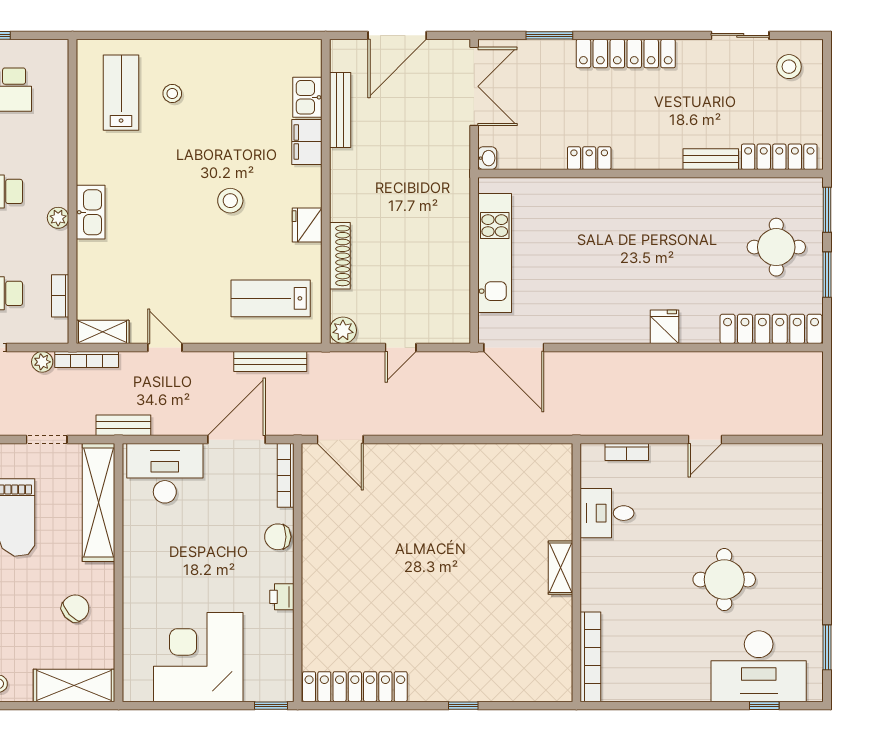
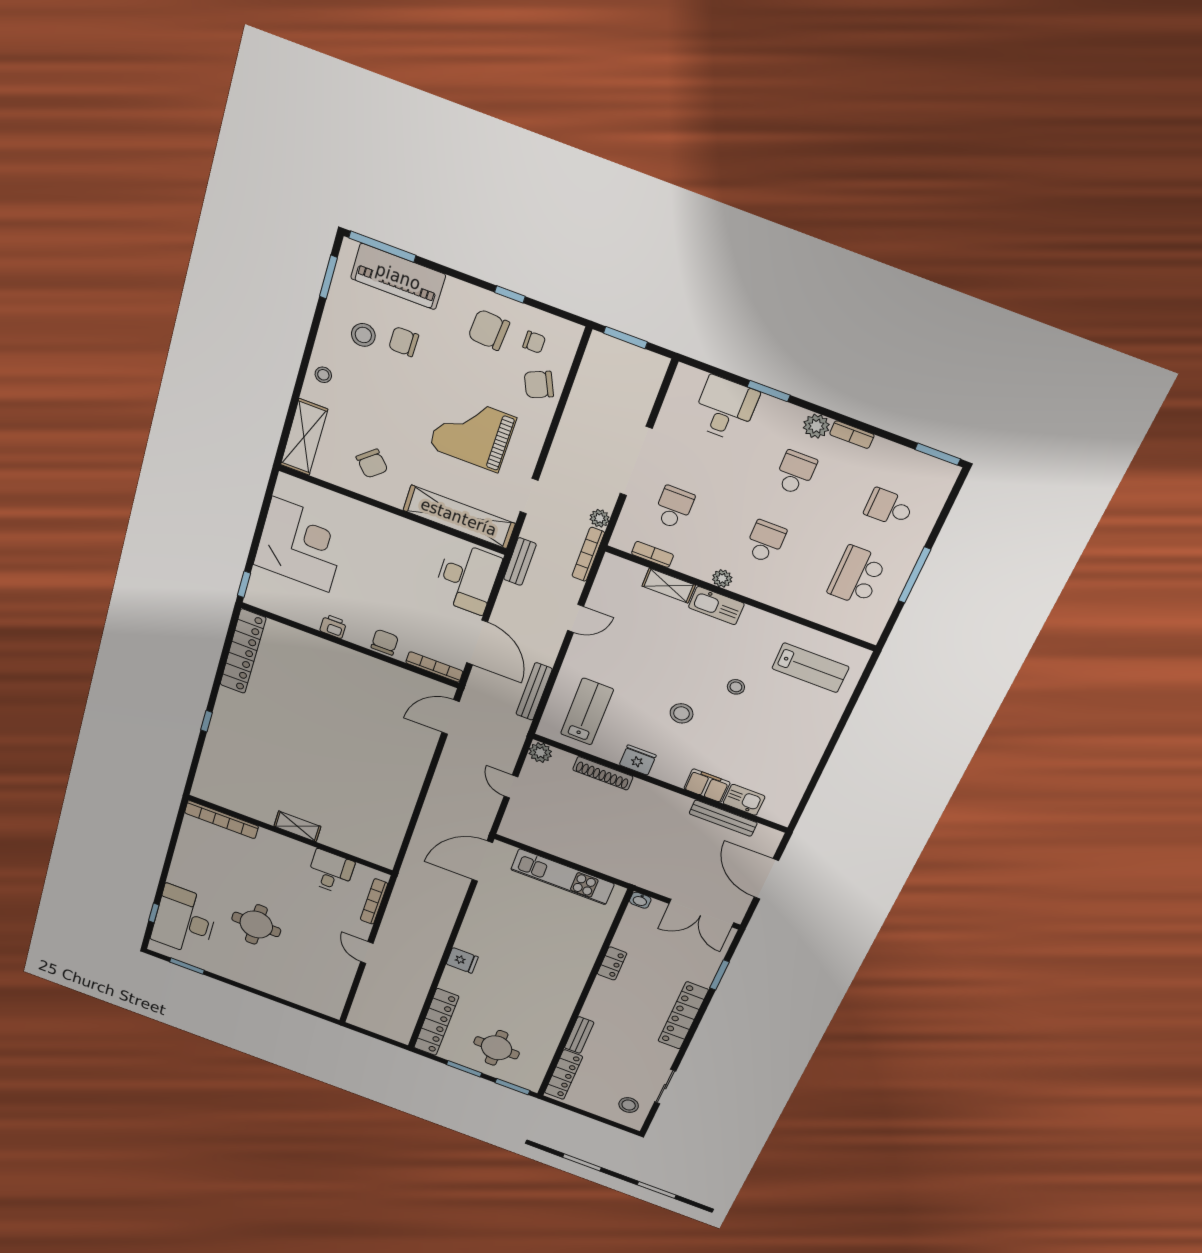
stool: (172, 93) -> (736, 687), moved
shelving: (103, 332) -> (669, 586), moved, turned 90
bookcase: (627, 452) -> (374, 902), width x1.56

